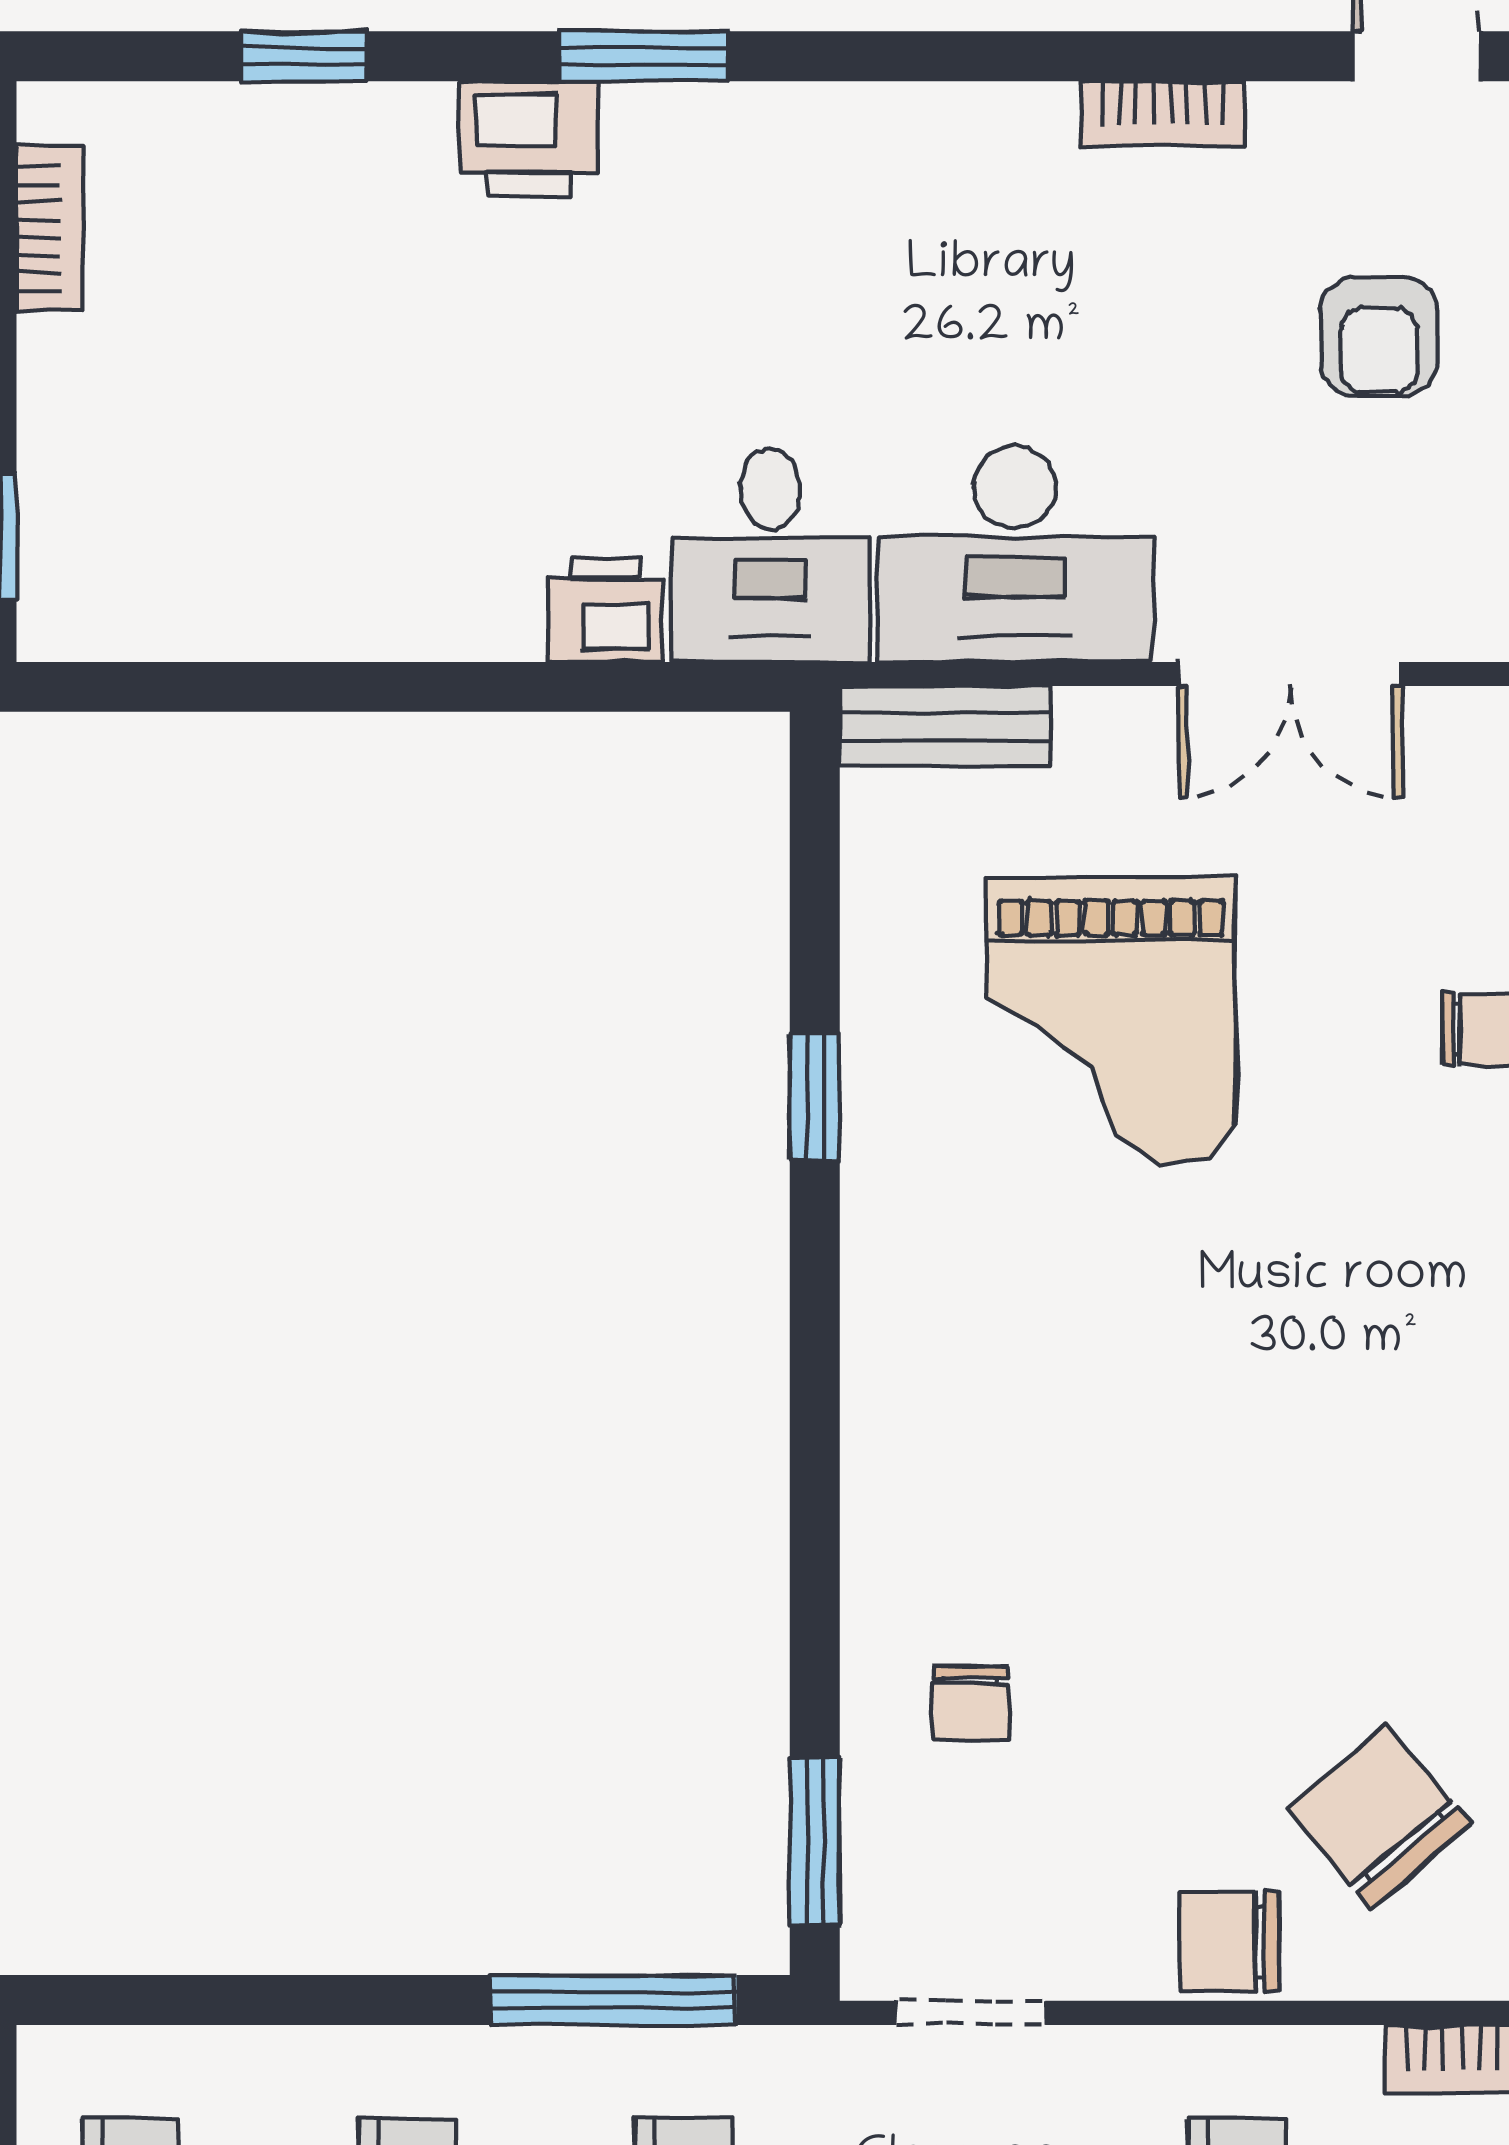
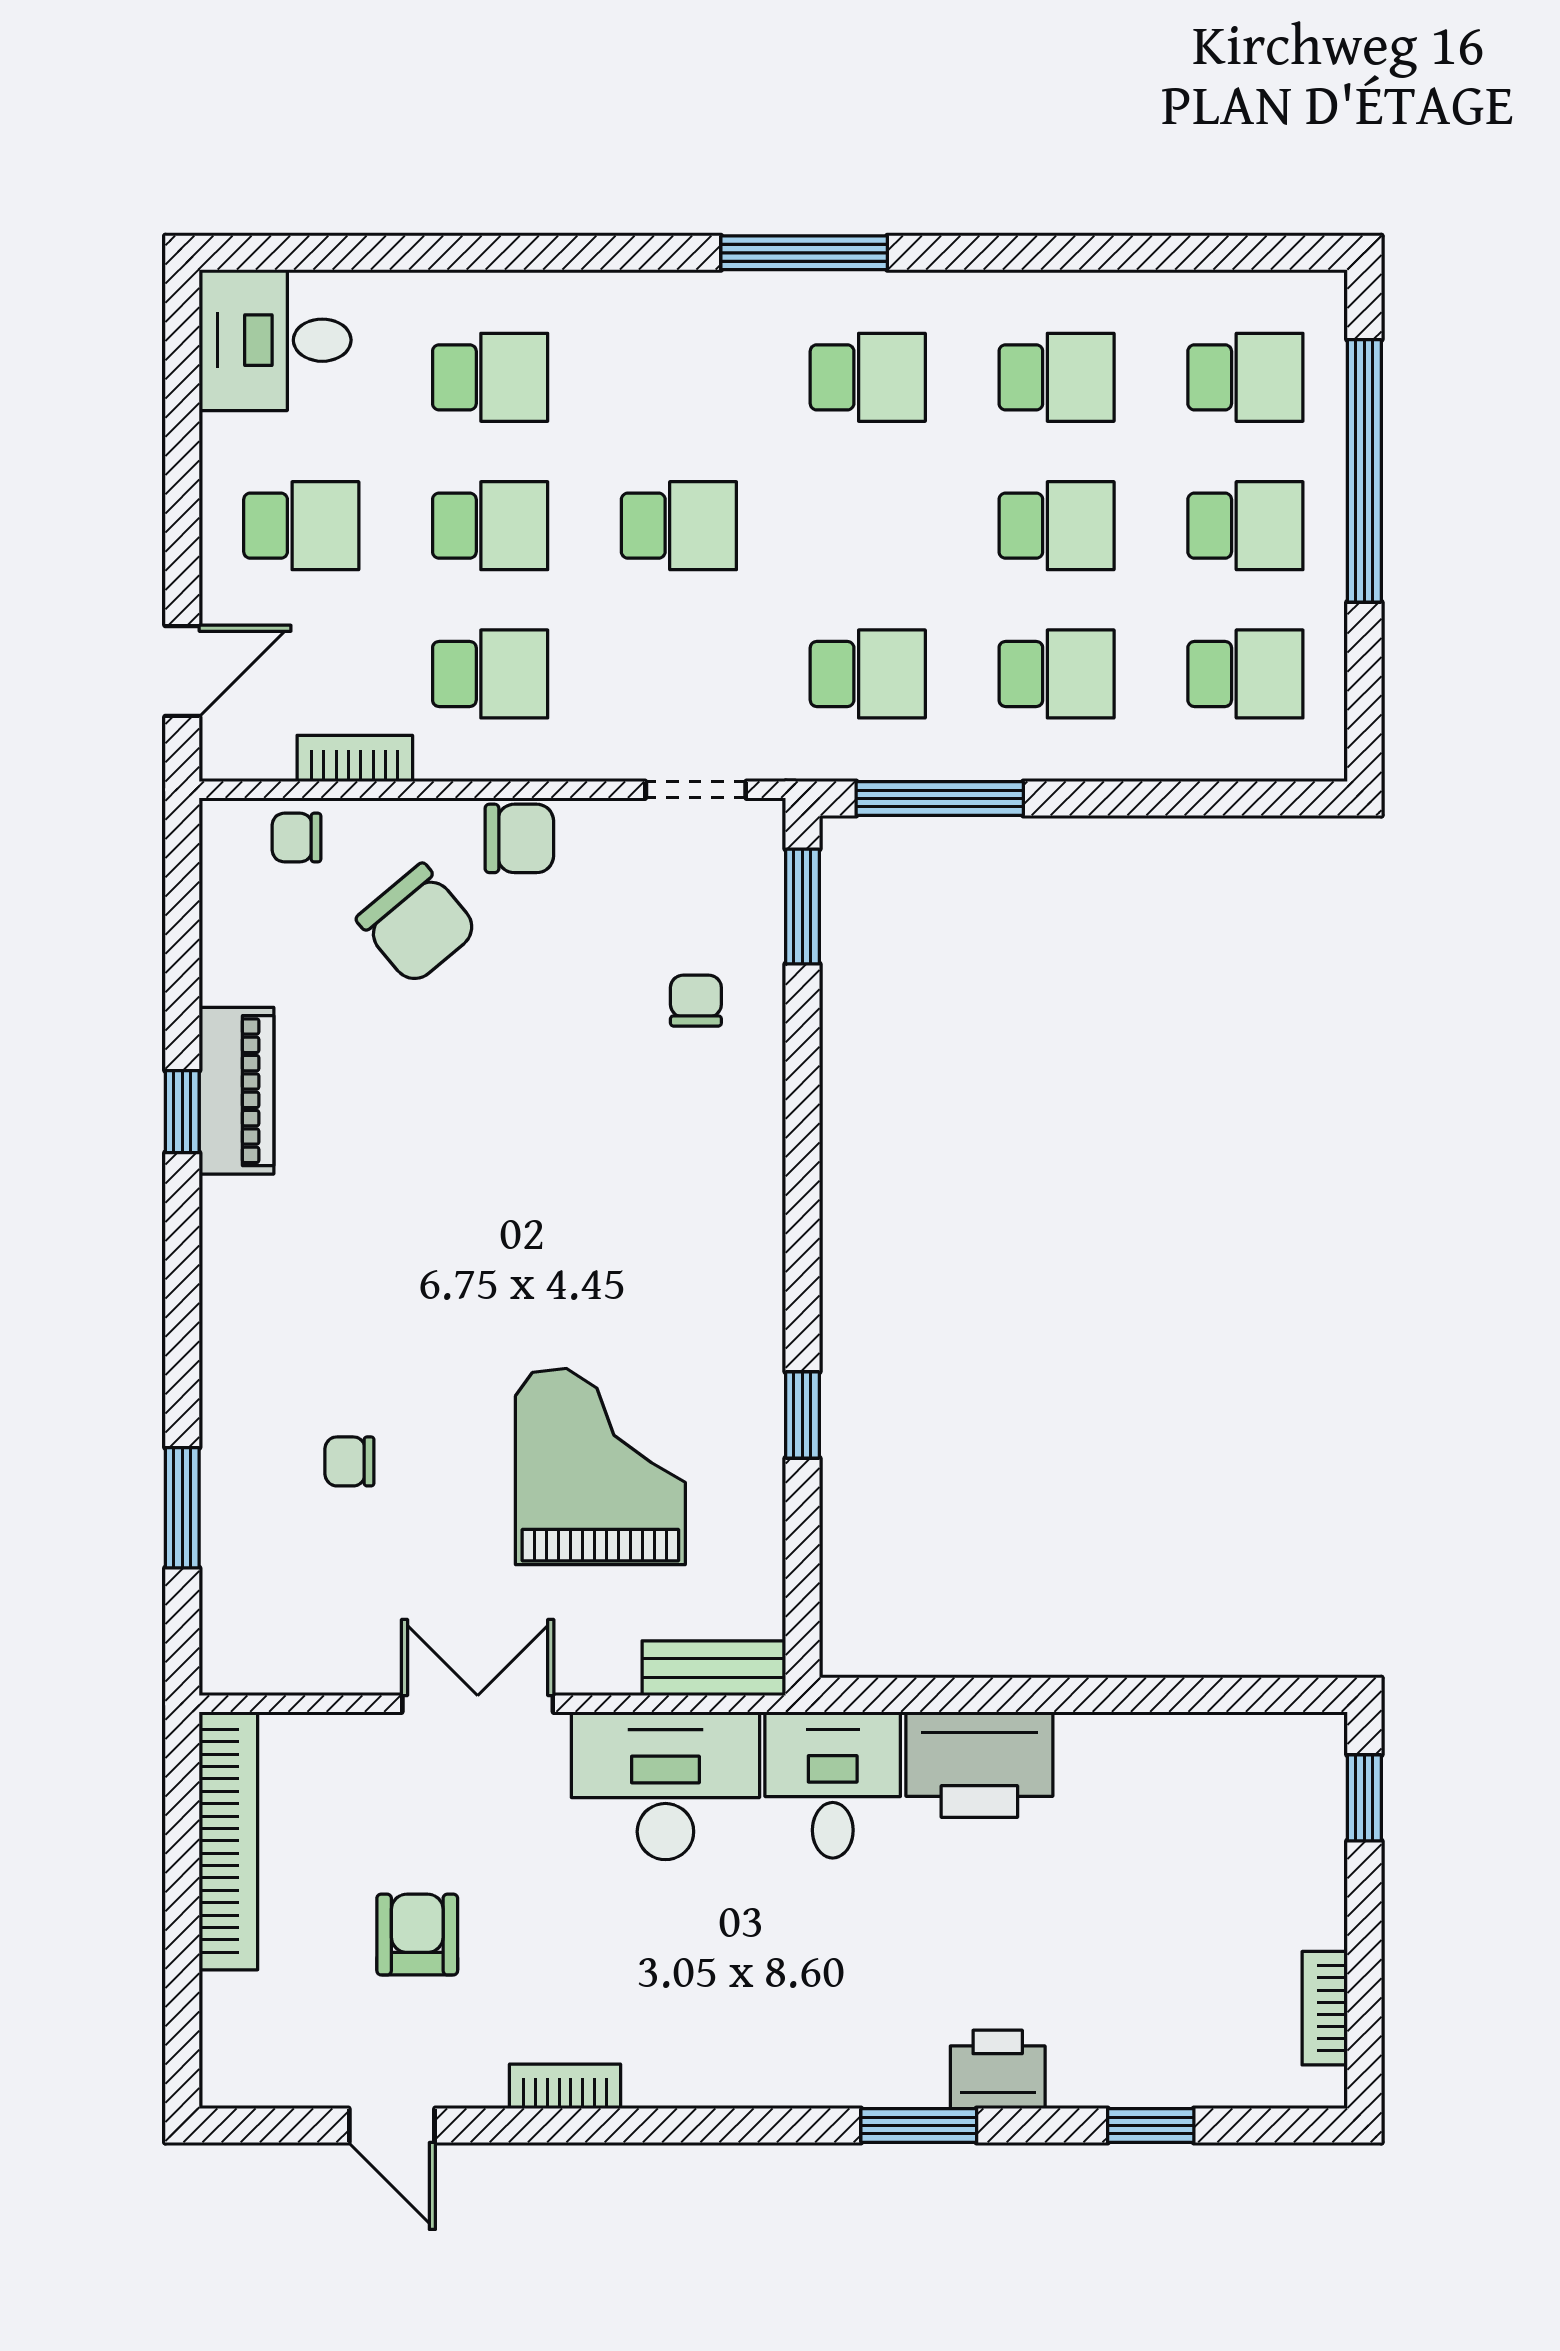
printer: (606, 610) -> (979, 1765), width x1.87, depth x1.48

